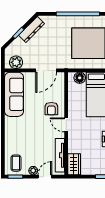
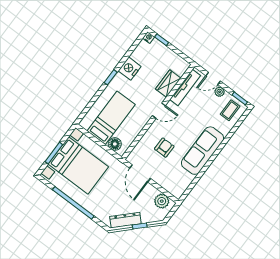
door: (46, 70) -> (140, 173), swing flipped
sofa: (14, 94) -> (203, 151), moved
armchair: (51, 109) -> (164, 148), moved
door: (66, 125) -> (159, 111), hinge flipped
wardrobe: (74, 164) -> (168, 84), moved

